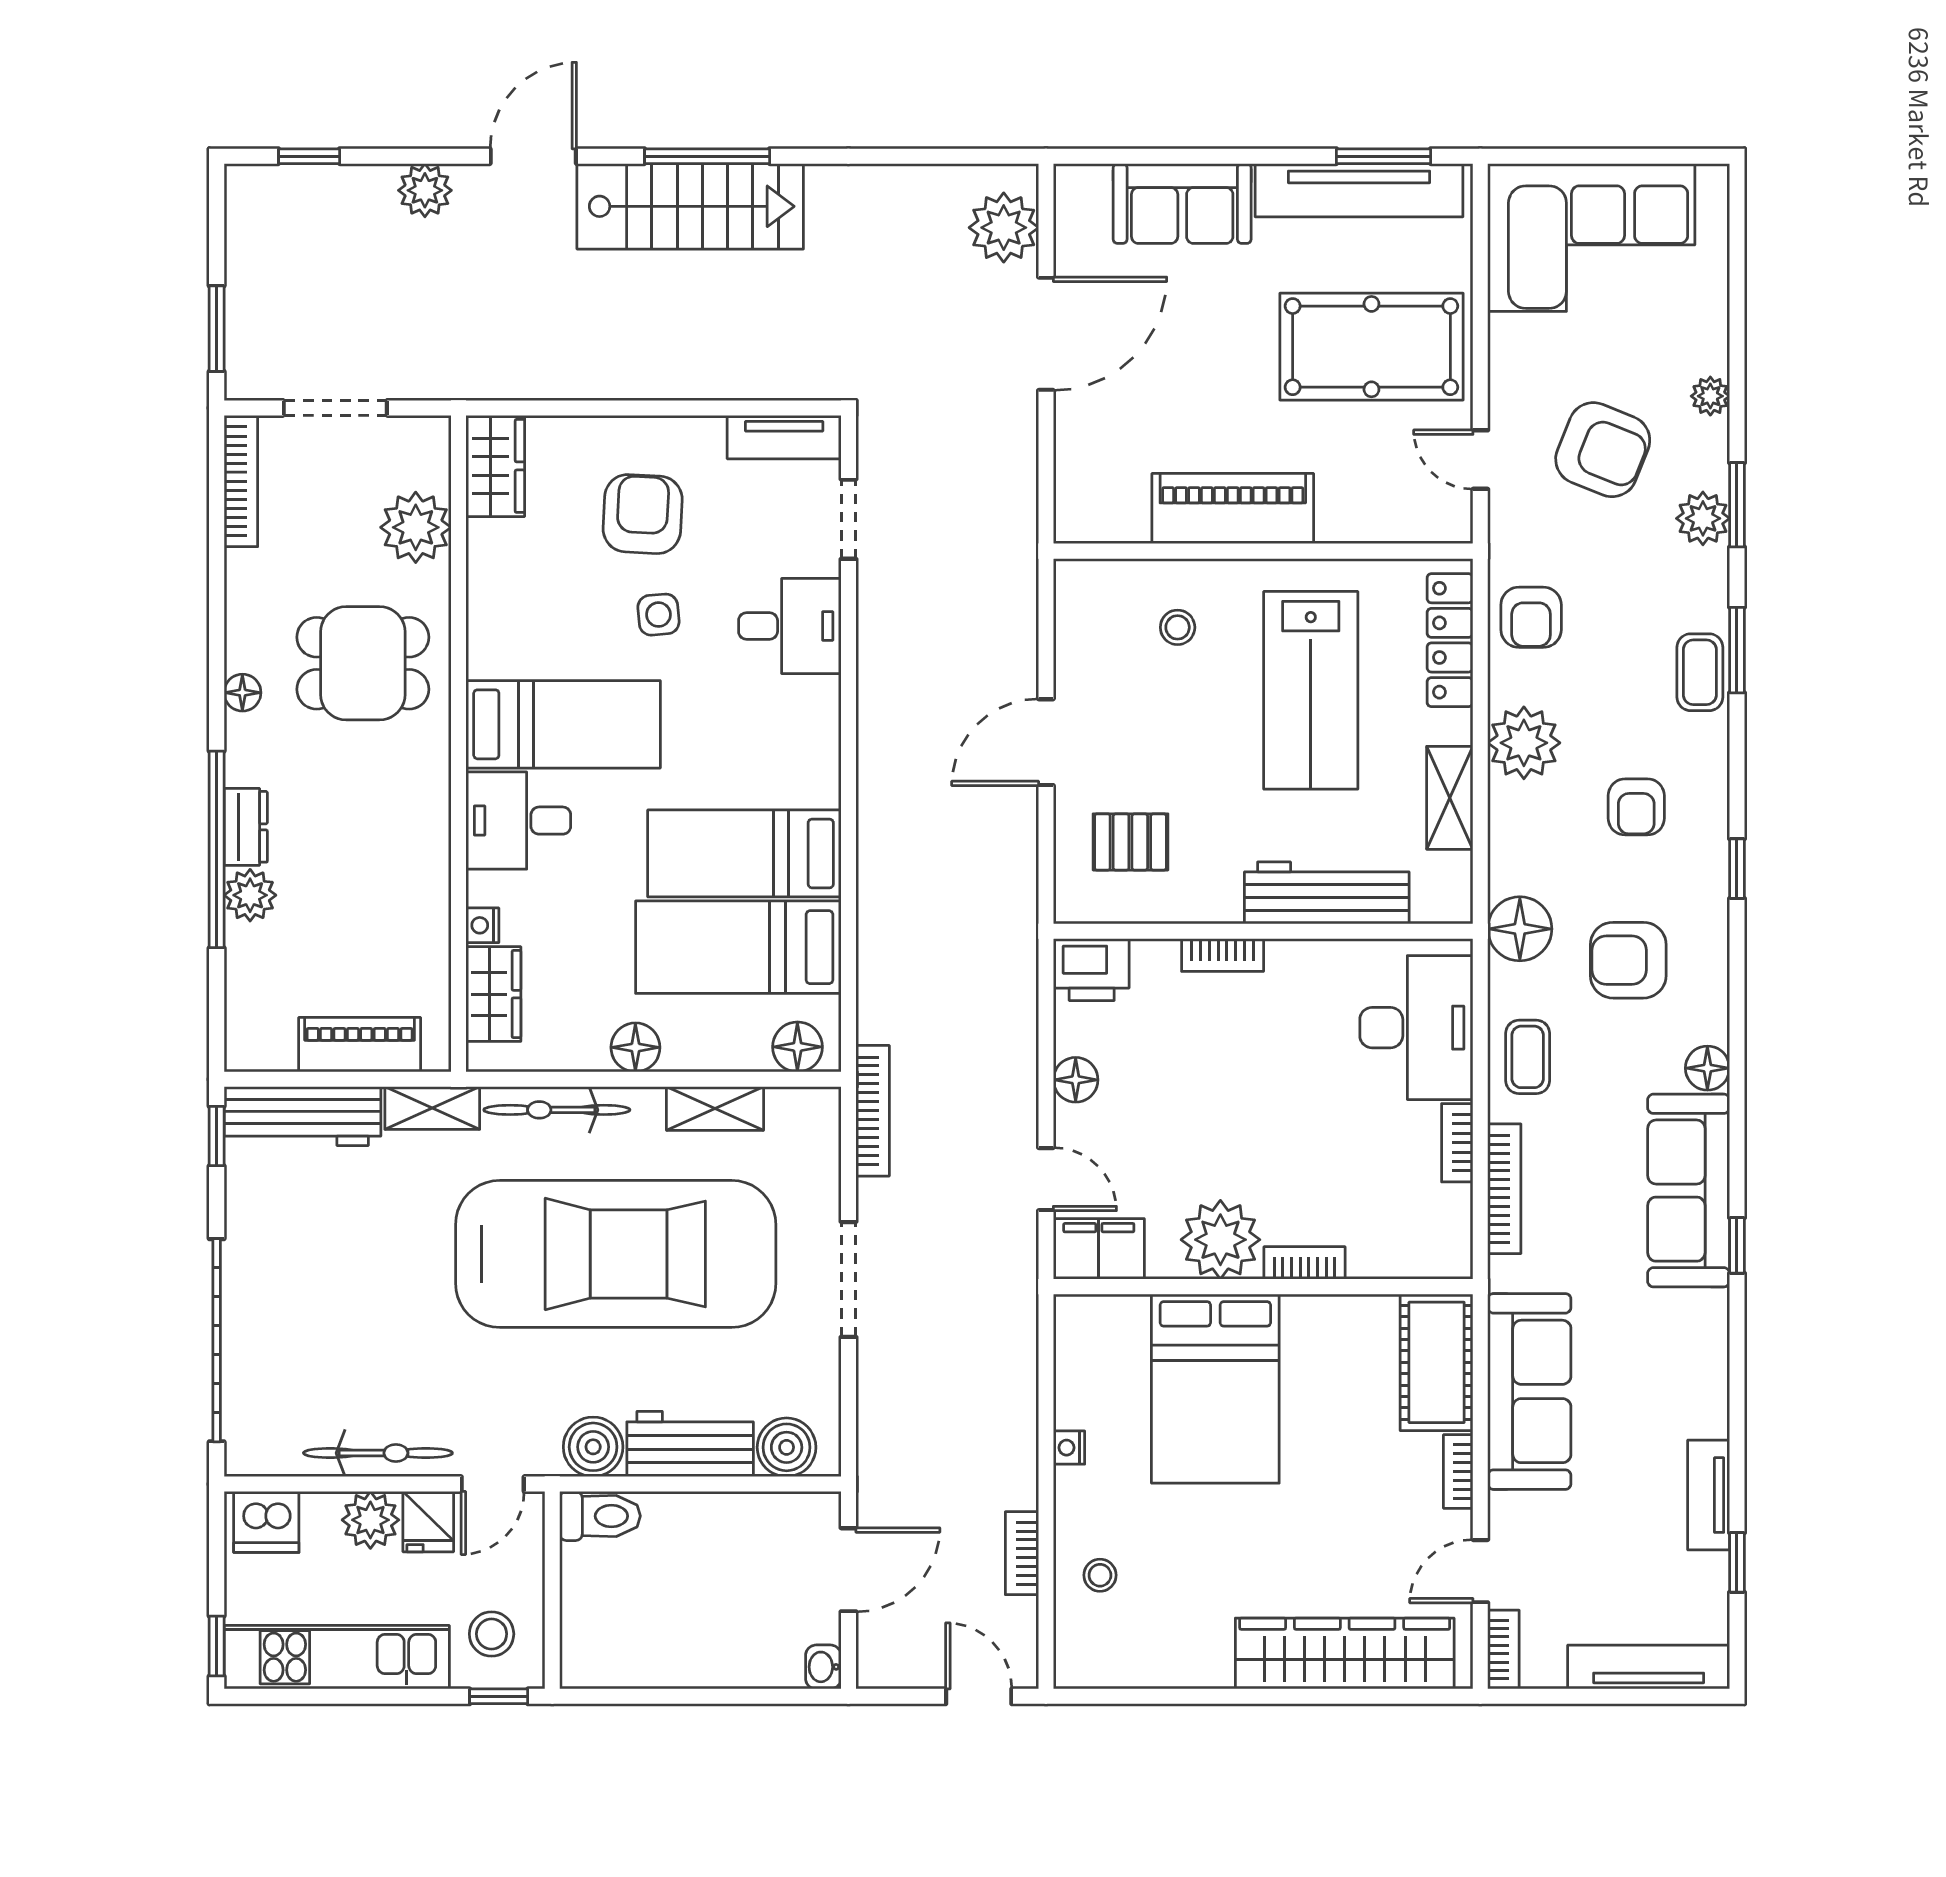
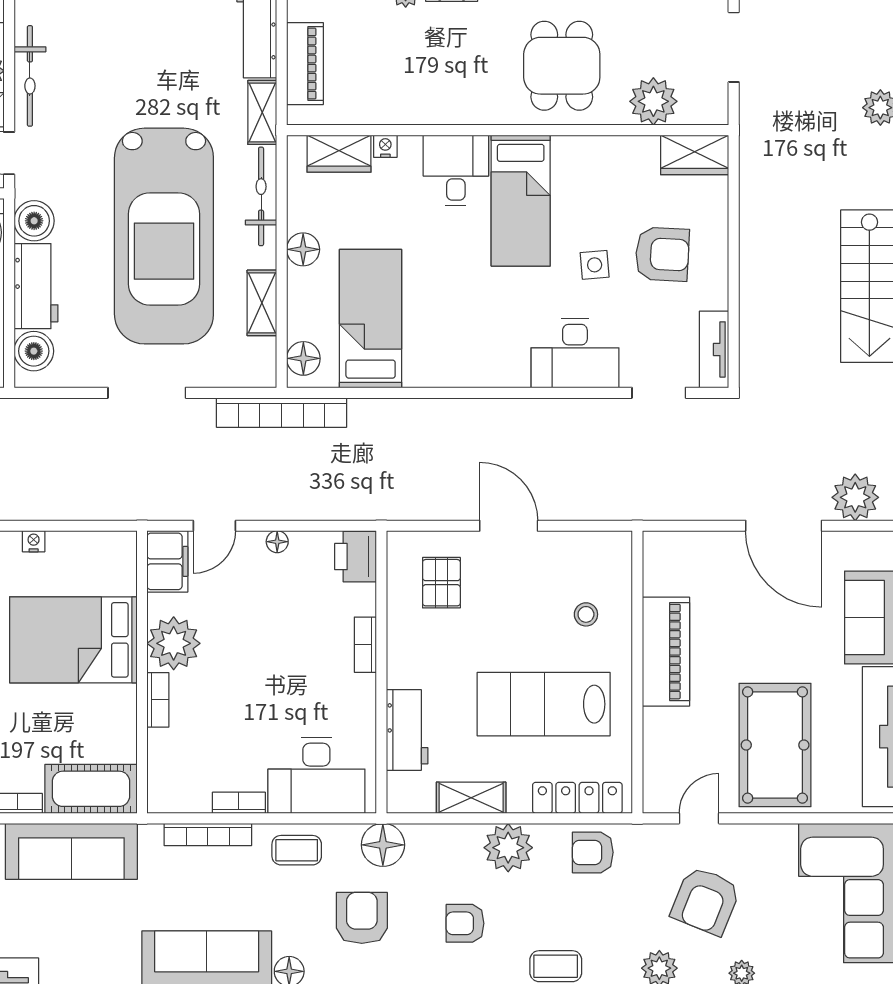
desk: (790, 626) -> (575, 353), width x1.37
bed: (744, 853) -> (434, 323), removed
workbench: (1327, 893) -> (407, 730), width x0.73
floor lamp: (1076, 1080) -> (277, 542), width x0.73, depth x0.73
bookcase: (873, 1111) -> (282, 413), width x1.48, depth x1.31

